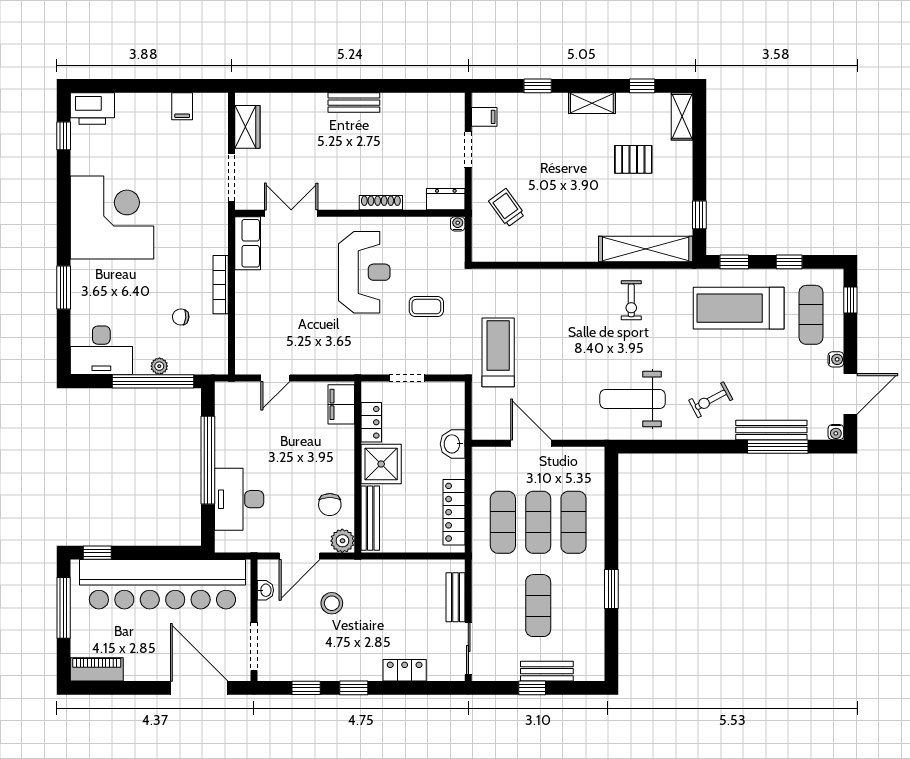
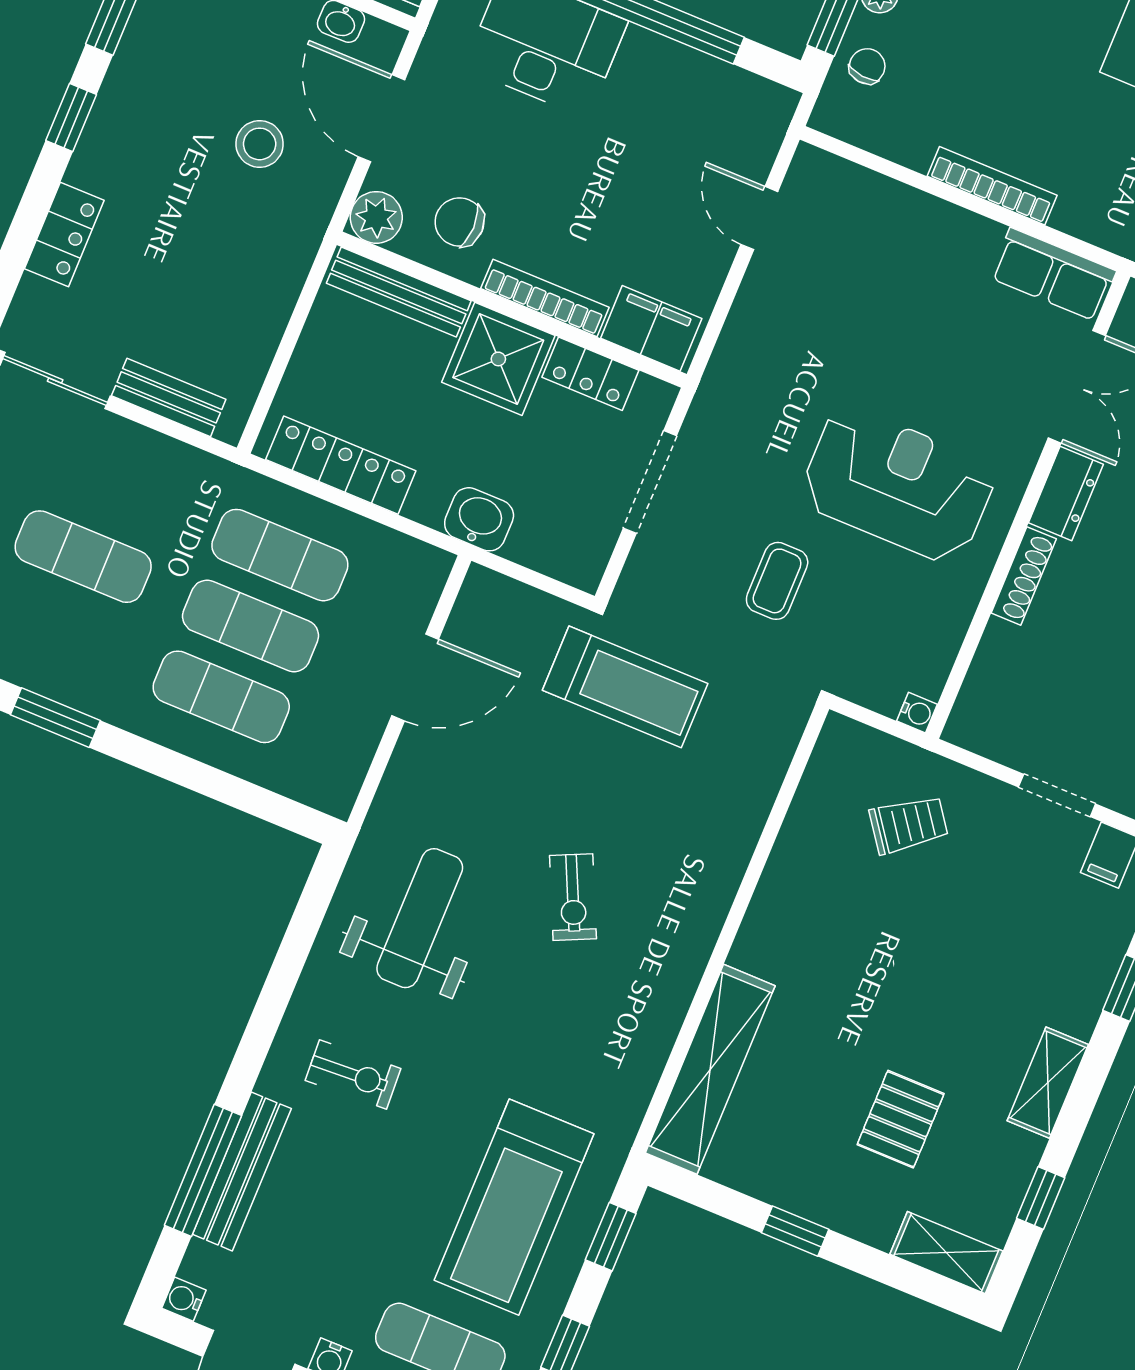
dresser: (446, 199) -> (1066, 493), moved
window: (699, 215) -> (795, 1231), moved
reception desk: (364, 272) -> (898, 485), turned 180
exercise bike: (631, 300) -> (573, 897), moved, turned -115
treadmill: (739, 308) -> (514, 1207), turned 180
chair: (181, 317) -> (867, 66), moved
doorway: (407, 378) -> (650, 482), width x1.38
exercise bike: (711, 400) -> (353, 1075), turned 115
bookcase: (347, 455) -> (545, 298), added

